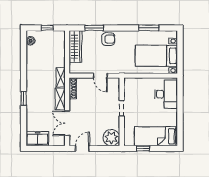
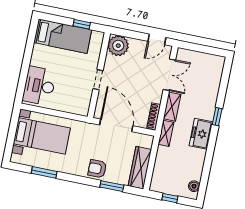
door: (100, 76) -> (116, 125), width x1.87
freezer: (37, 139) -> (201, 134), moved, turned 90

